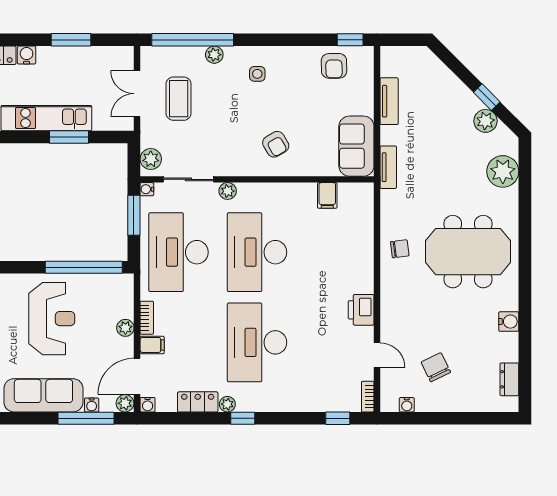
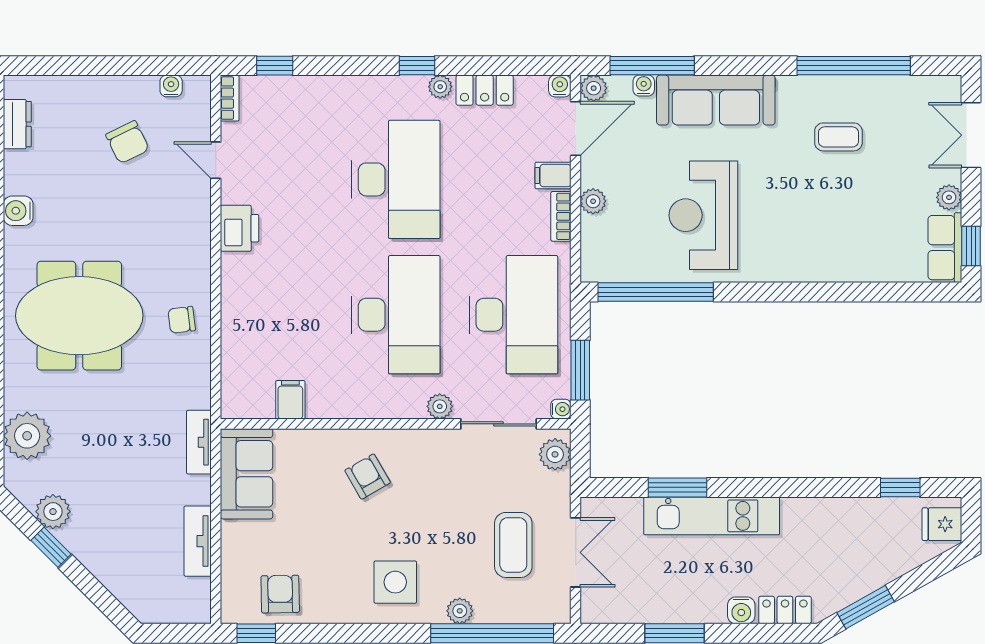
side table: (257, 74) -> (395, 582), width x1.87, depth x1.87

